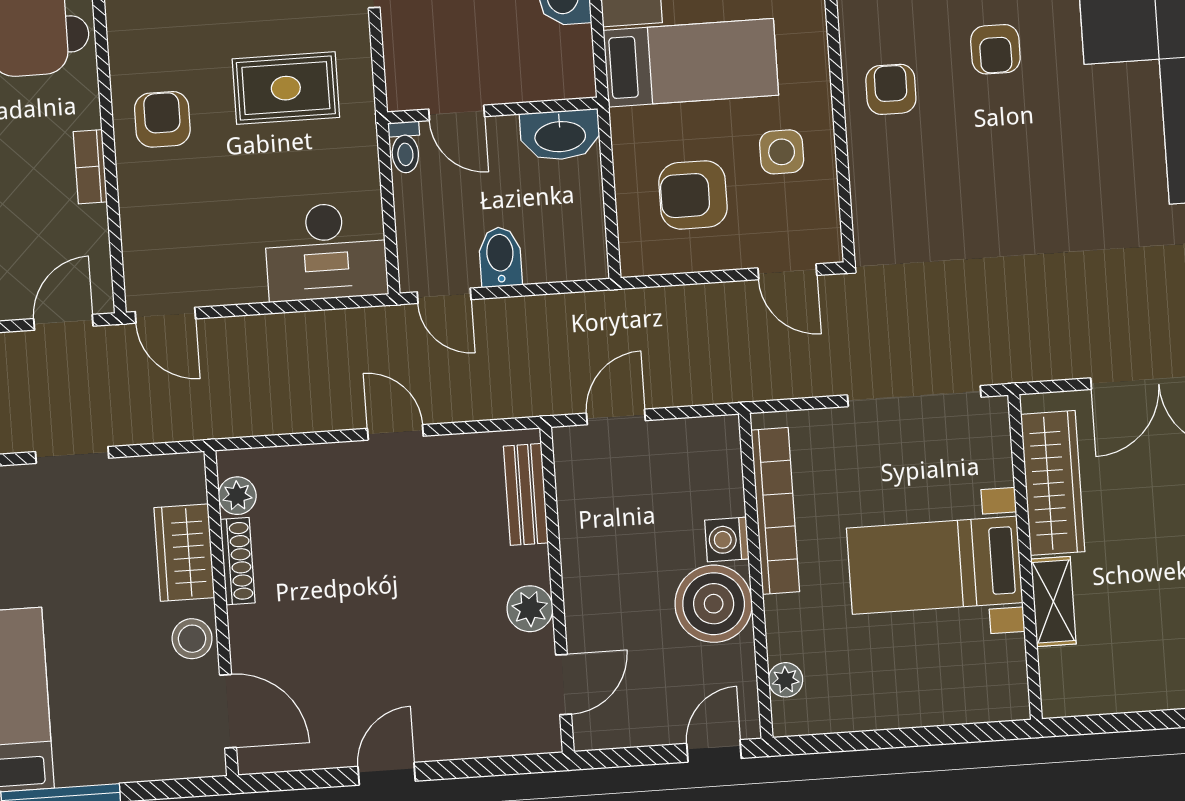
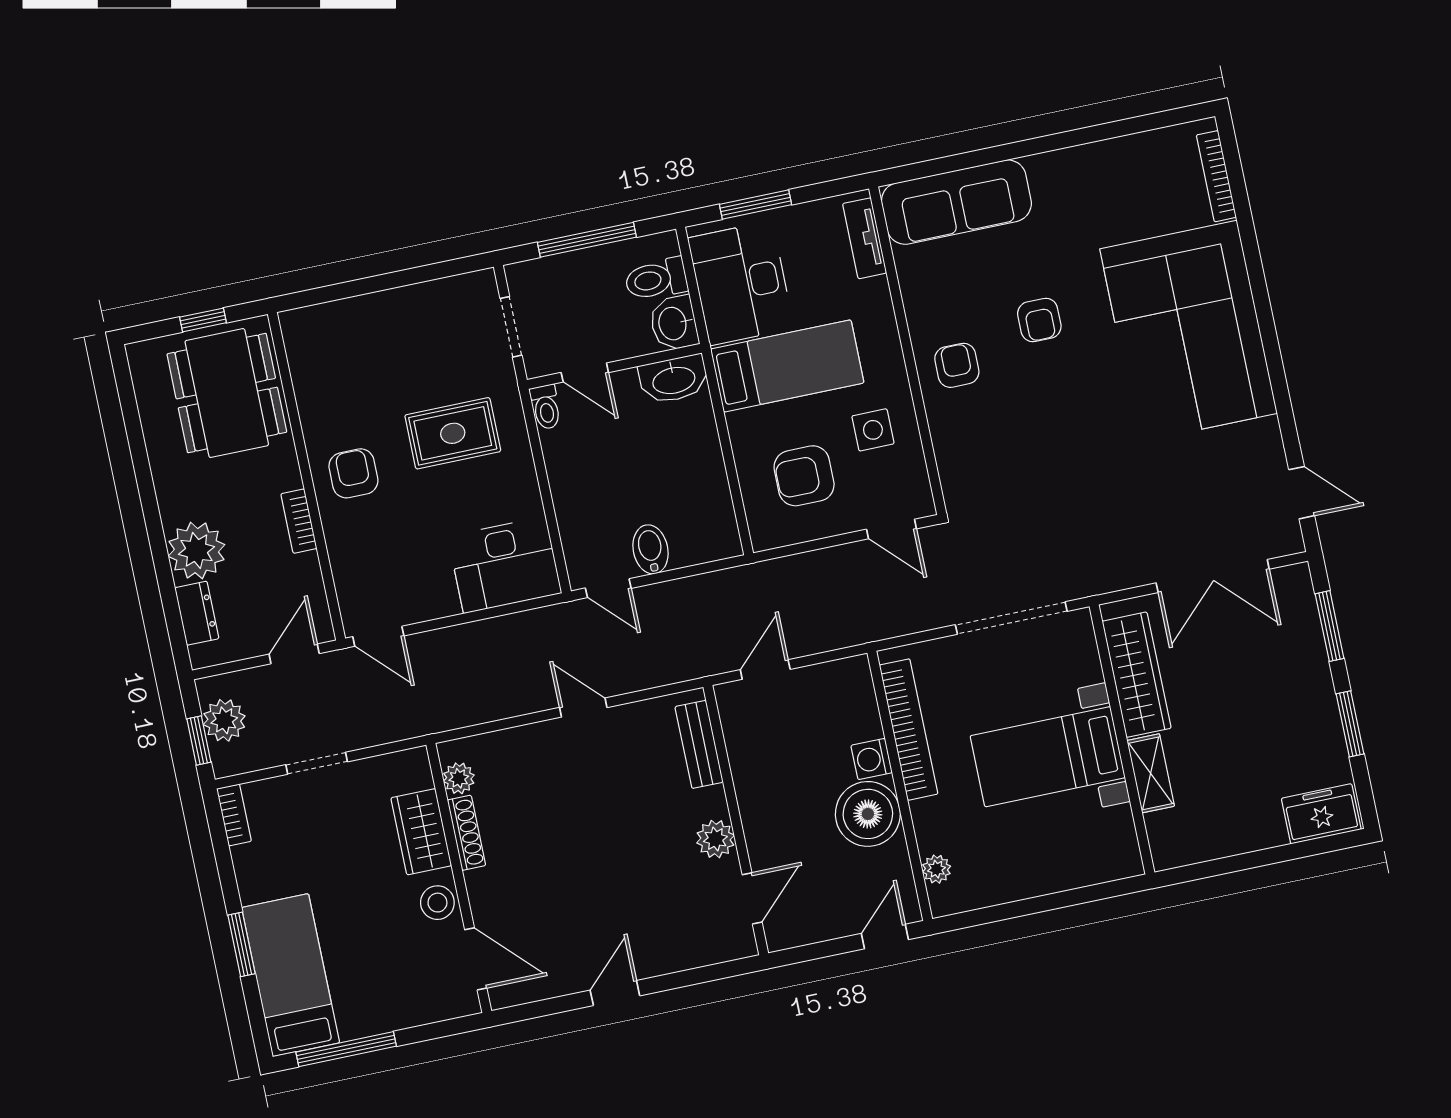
wall: (492, 110) -> (614, 366), moved
door: (457, 113) -> (585, 373), moved
washbasin: (560, 135) -> (674, 379), moved
toilet: (405, 147) -> (546, 407), moved

